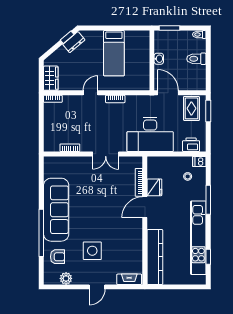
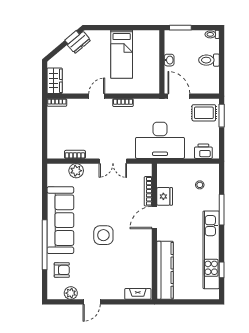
rug: (191, 108) -> (204, 113), turned 90
dishwasher: (199, 161) -> (212, 169), removed
plant: (71, 163) -> (76, 171), added
side table: (92, 251) -> (103, 235), moved
door: (97, 287) -> (92, 302), moved

